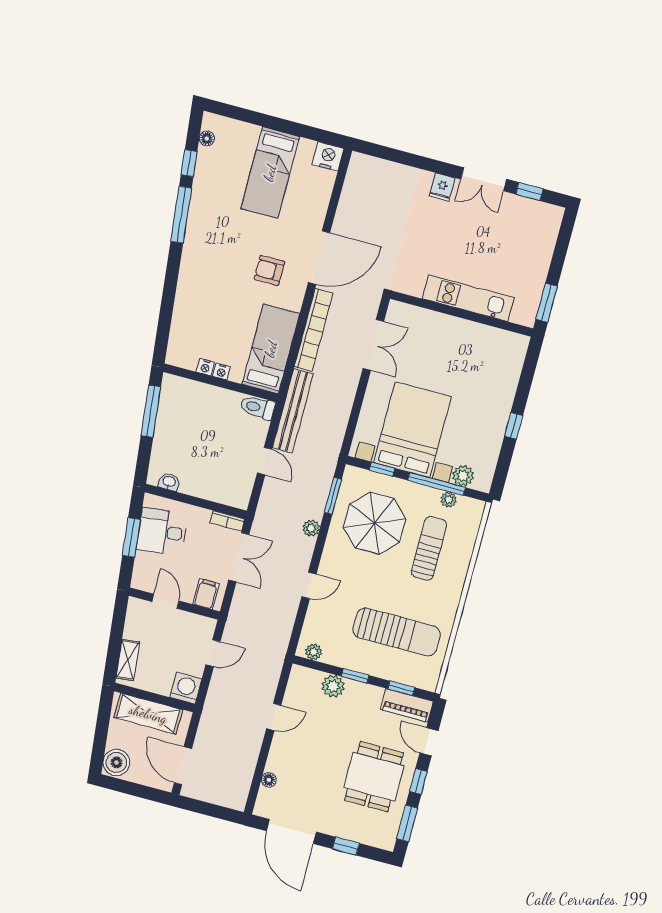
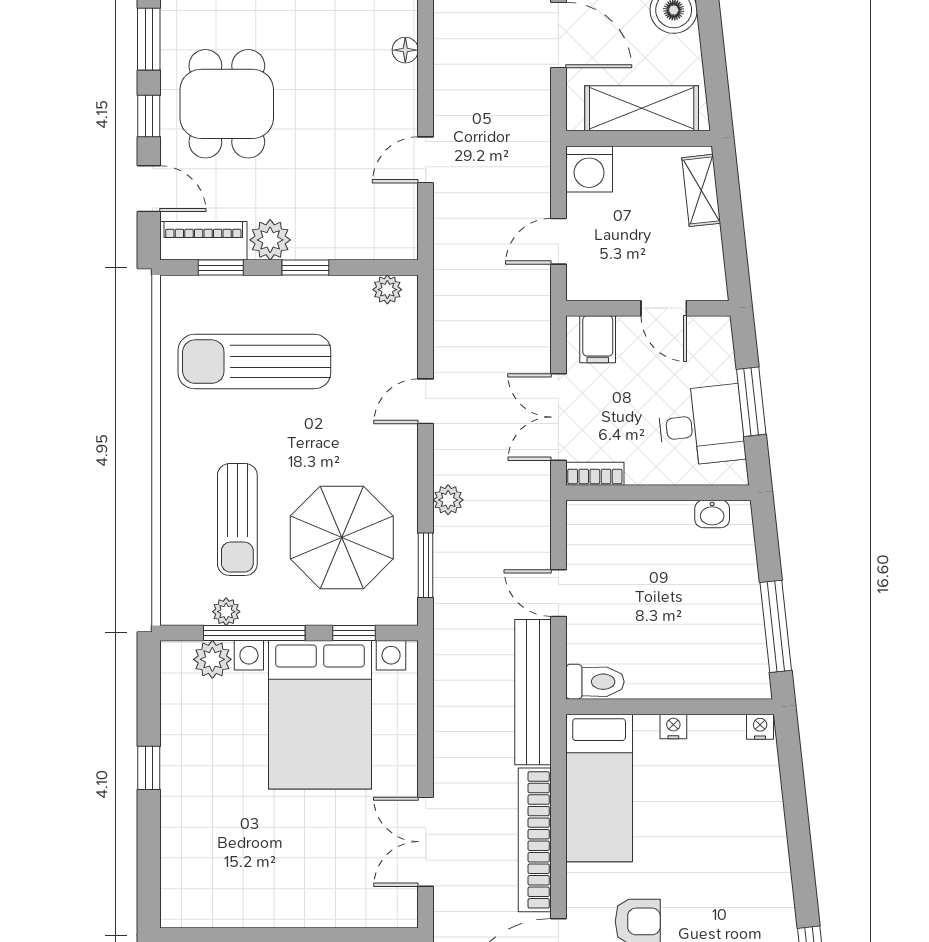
nightstand: (205, 367) -> (760, 727), moved
plant: (333, 686) -> (270, 240), moved

